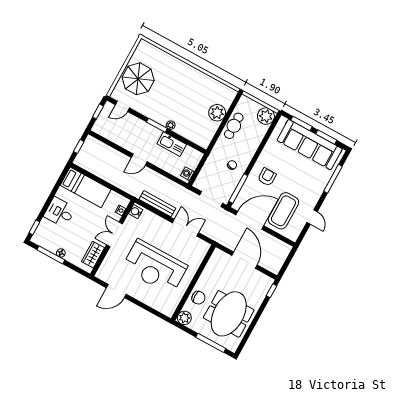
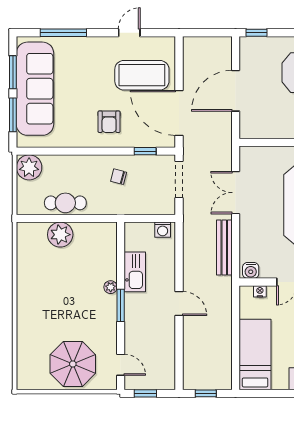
armchair: (267, 177) -> (109, 122), turned -90
window: (238, 189) -> (145, 151), width x0.46

